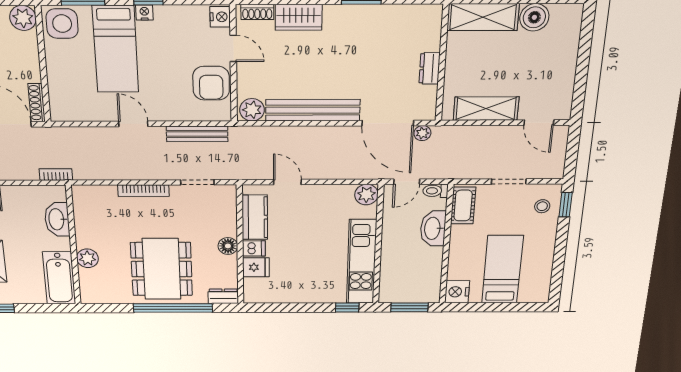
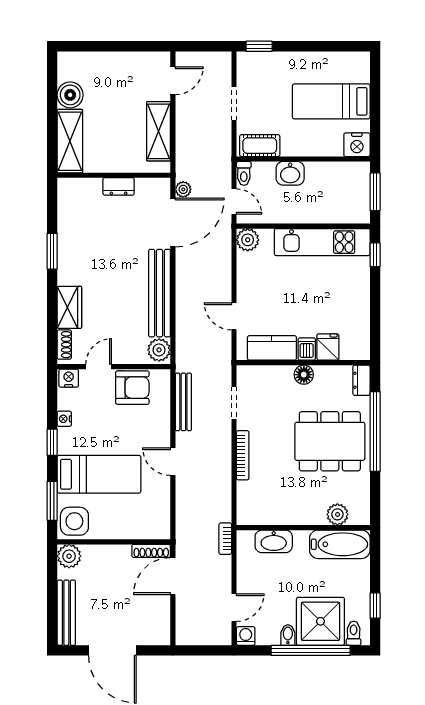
nightstand: (144, 12) -> (64, 419), moved
door: (133, 124) -> (173, 462), hinge flipped
door: (287, 182) -> (234, 316), hinge flipped
stool: (542, 206) -> (261, 69), removed
washbasin: (433, 228) -> (290, 173), width x0.72
plant: (87, 258) -> (337, 514), moved

